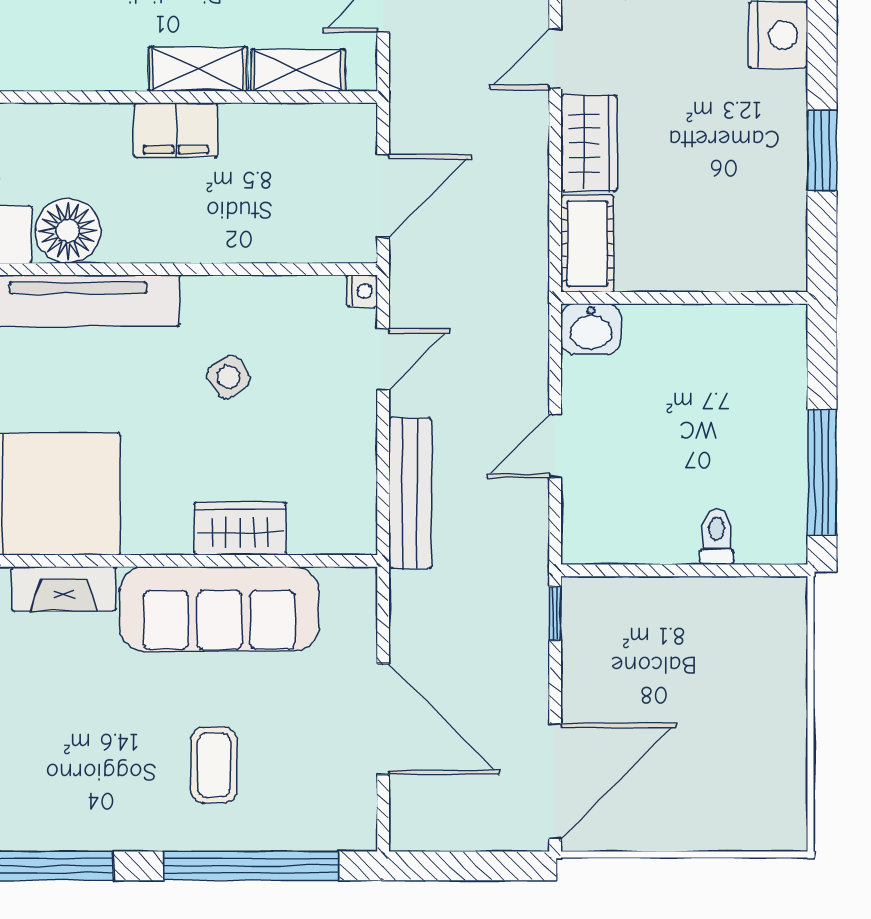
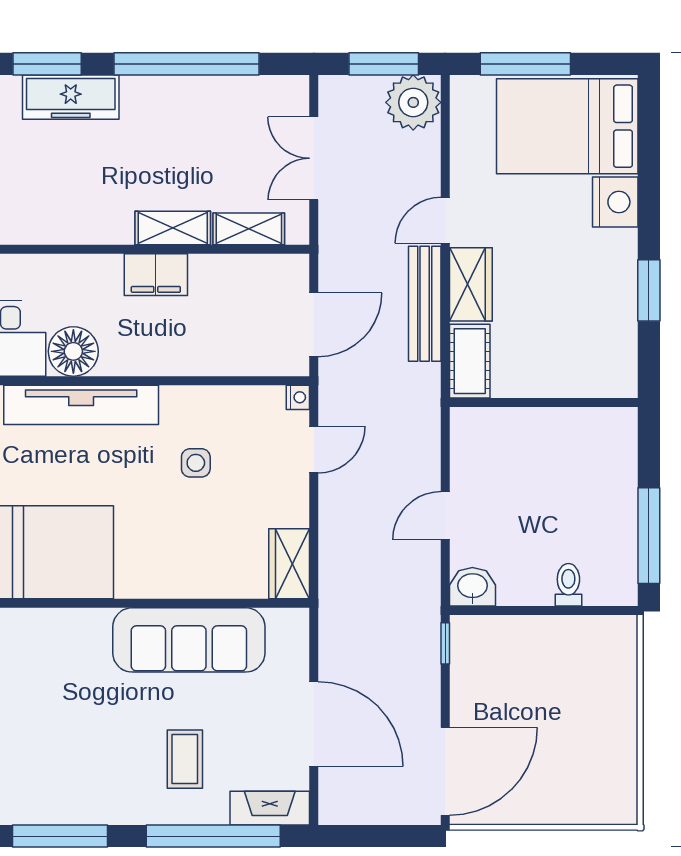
washbasin: (591, 329) -> (472, 587), moved, turned 180
side table: (228, 377) -> (196, 463), turned 35
bench: (410, 493) -> (425, 304), moved
wardrobe: (240, 528) -> (289, 564), moved, turned -90
fireplace: (64, 589) -> (270, 808), moved, turned 180

